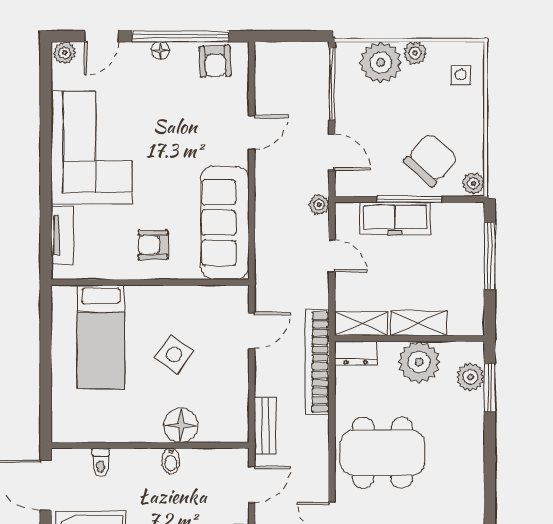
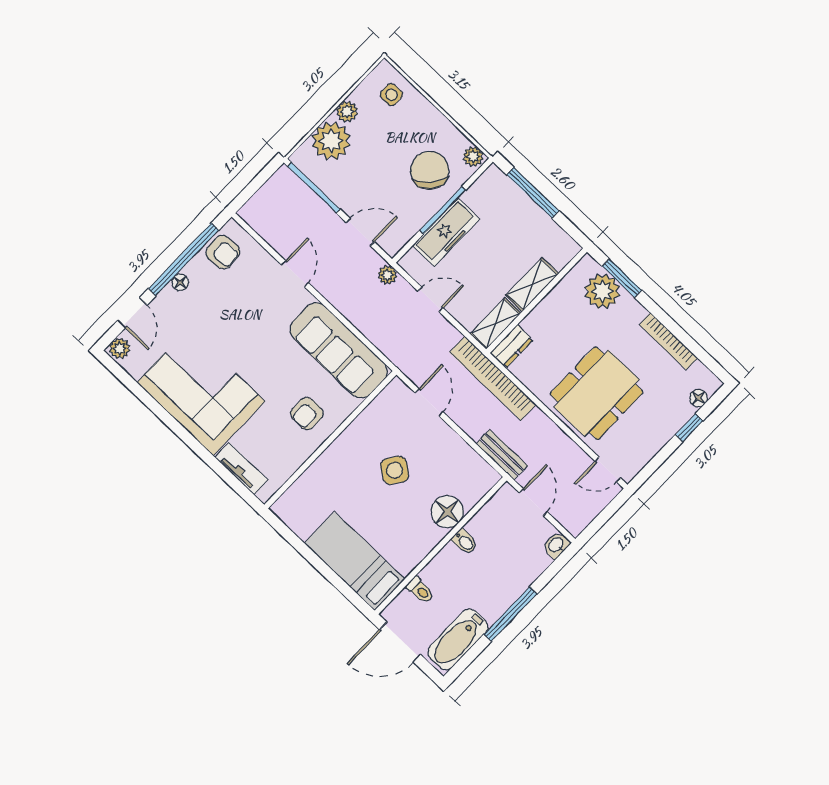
bed: (101, 337) -> (355, 561), moved, turned 180
plant: (419, 362) -> (559, 309), removed
plant: (470, 377) -> (602, 291), width x1.36, depth x1.36
bookcase: (475, 470) -> (668, 341), added

